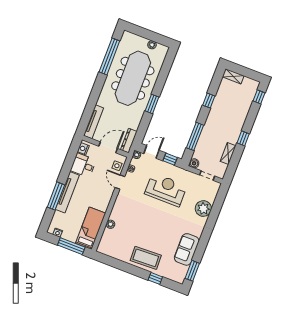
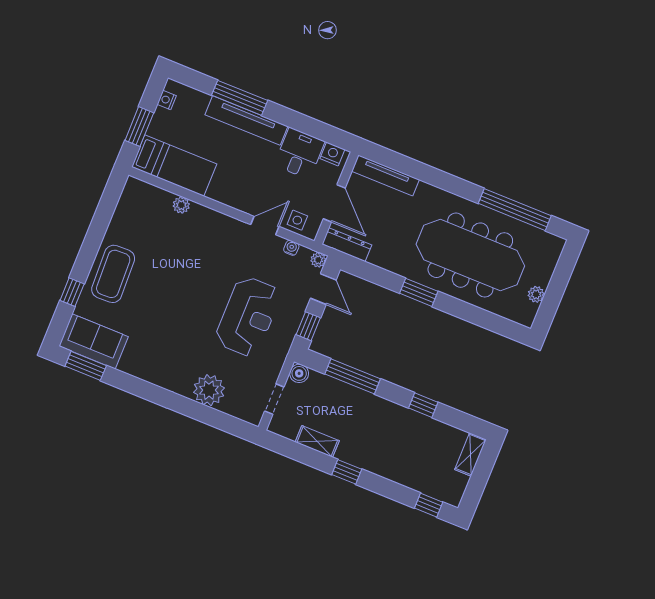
window: (71, 246) -> (139, 127), width x0.69
sofa: (187, 249) -> (94, 341), moved

